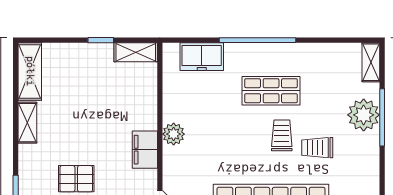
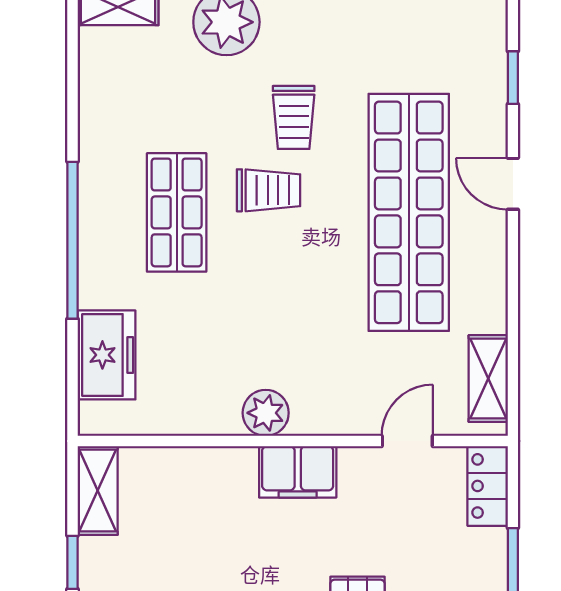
trolley: (282, 135) -> (269, 190), turned 180

